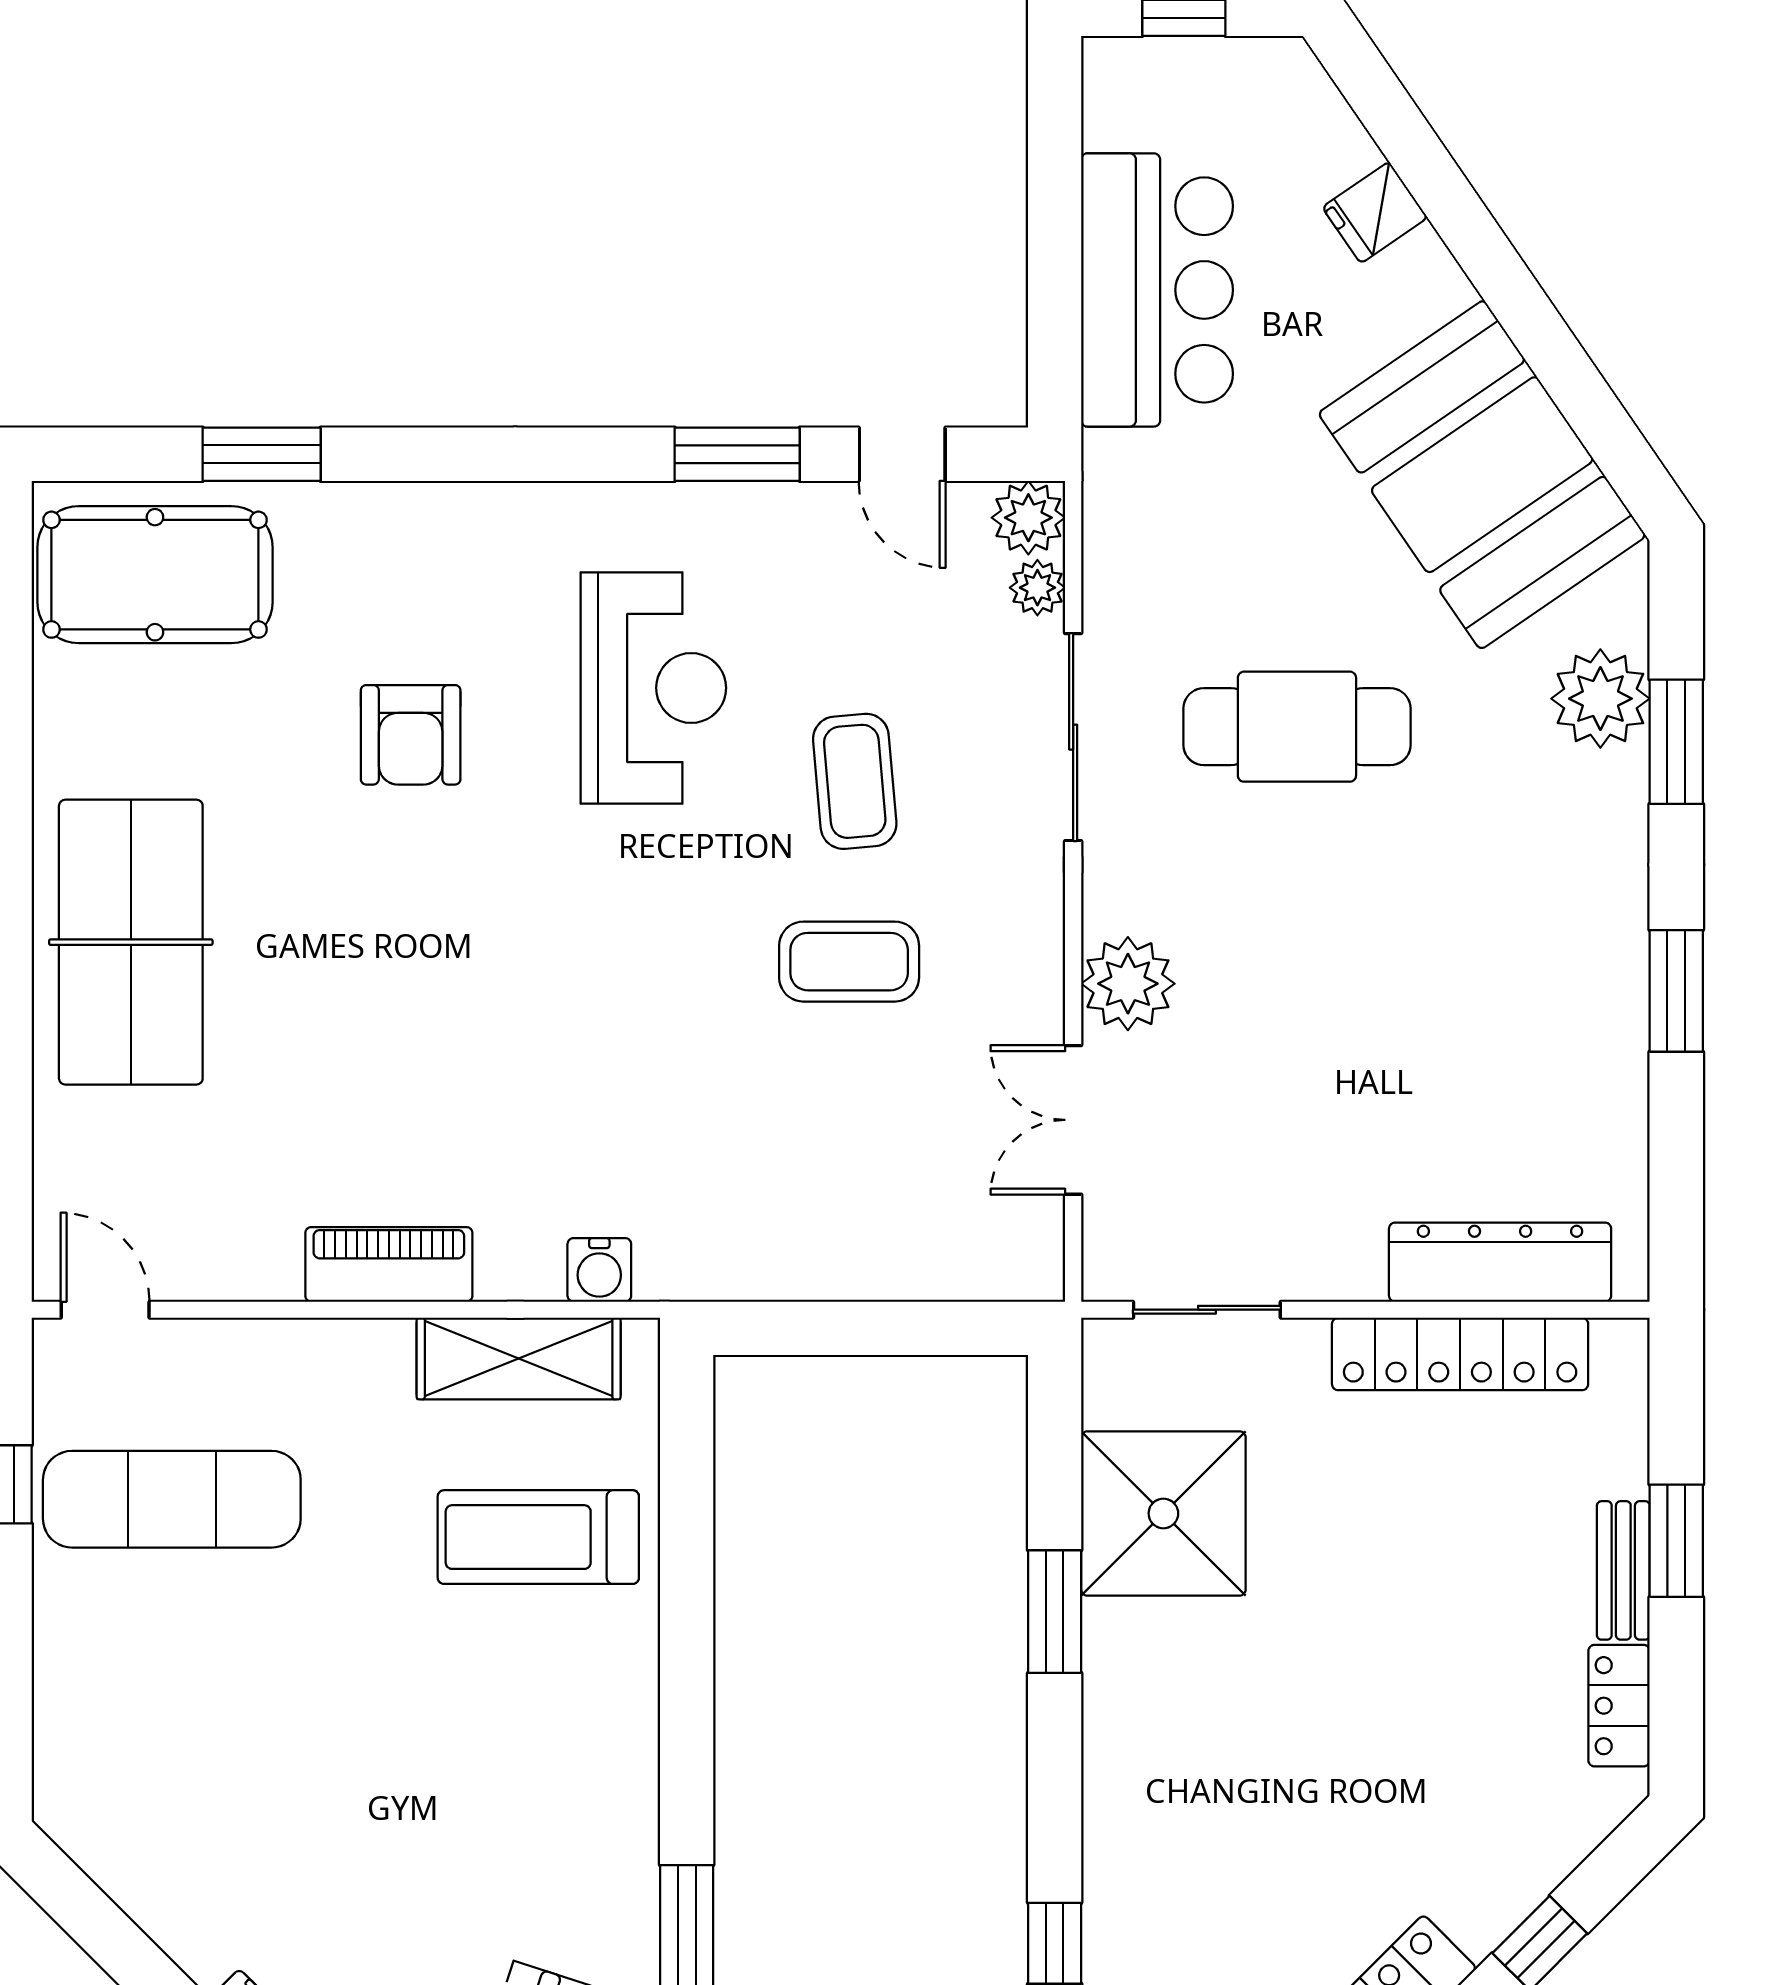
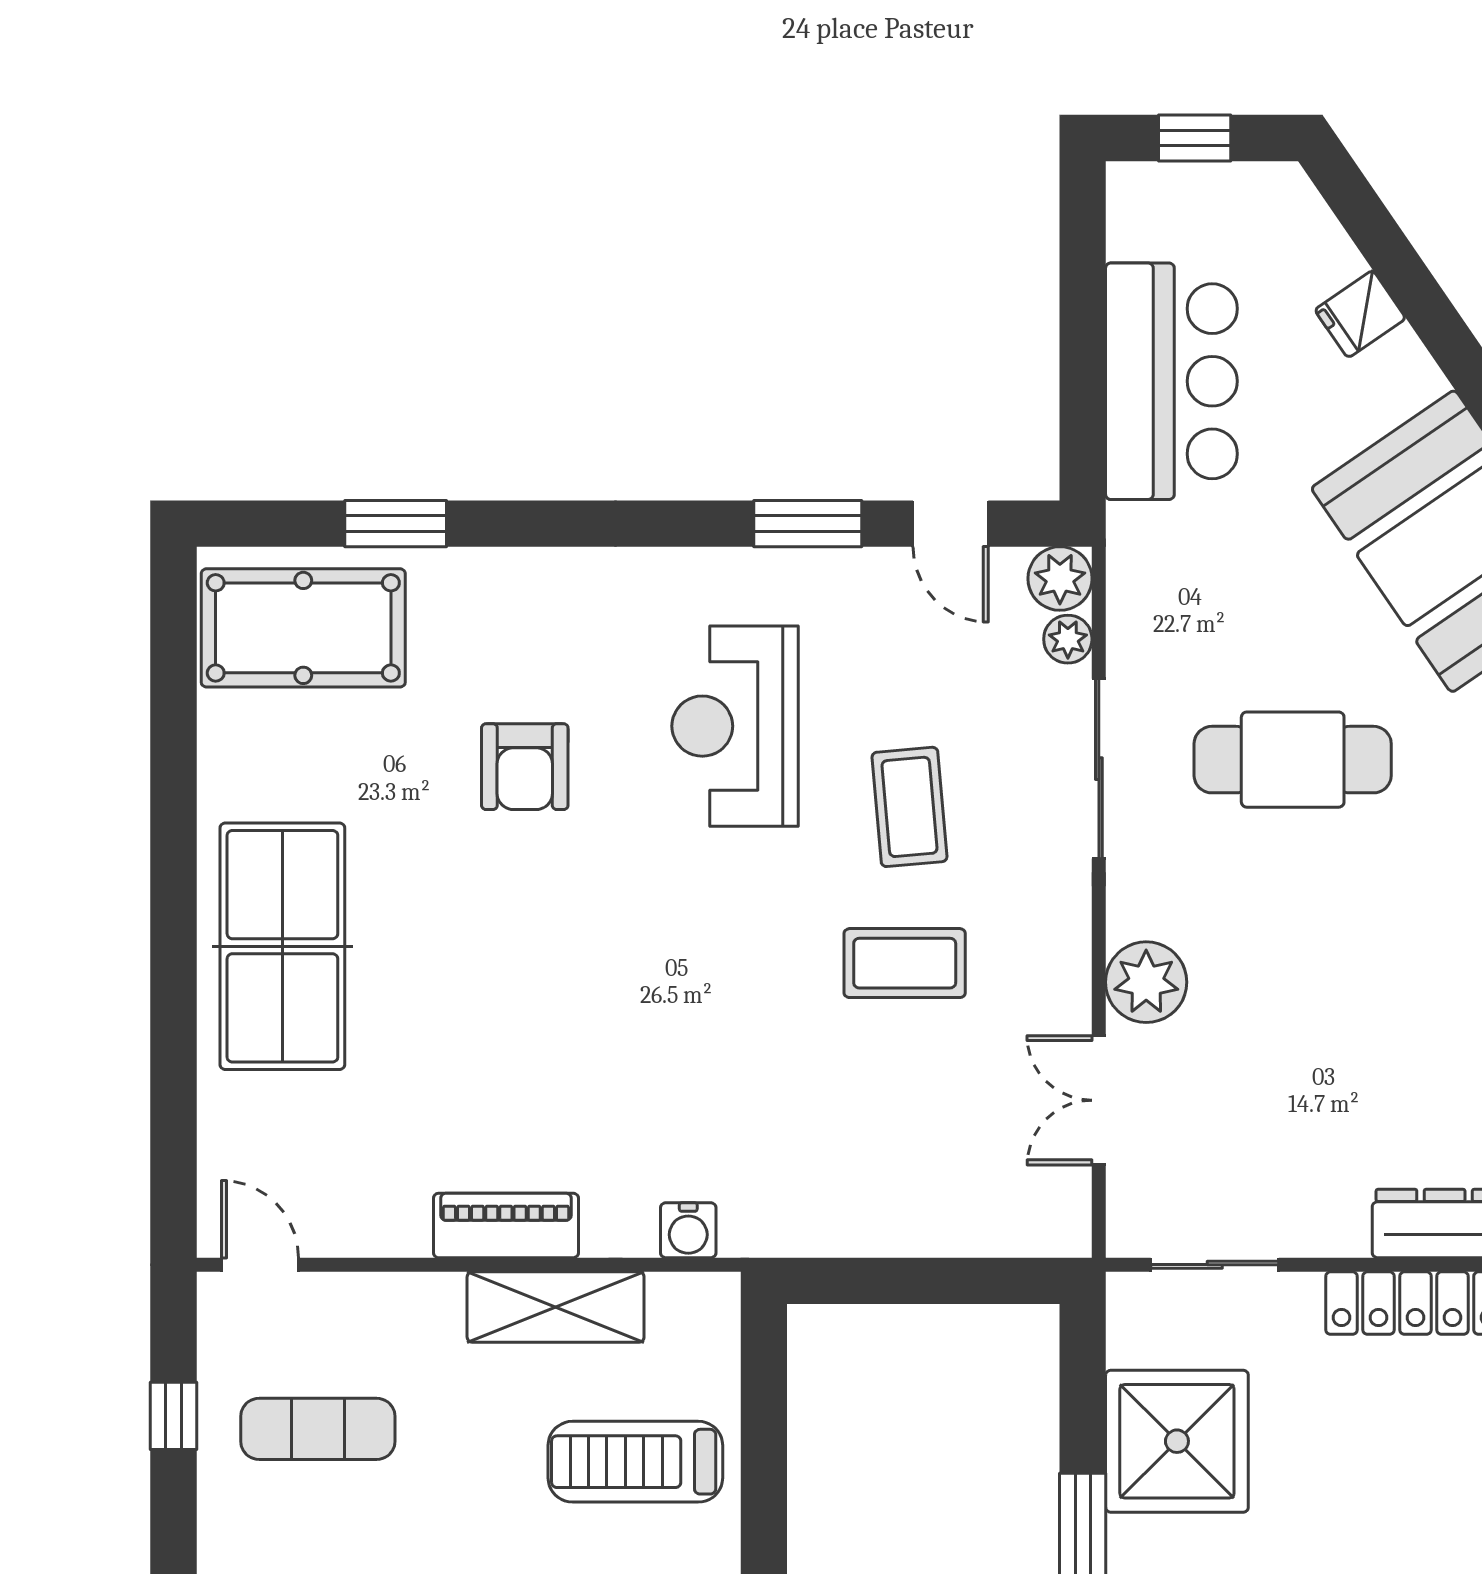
reception desk: (653, 688) -> (735, 726), turned 180
shelving: (519, 1359) -> (556, 1307), moved
exercise mat: (172, 1499) -> (318, 1429), width x0.73, depth x0.69

